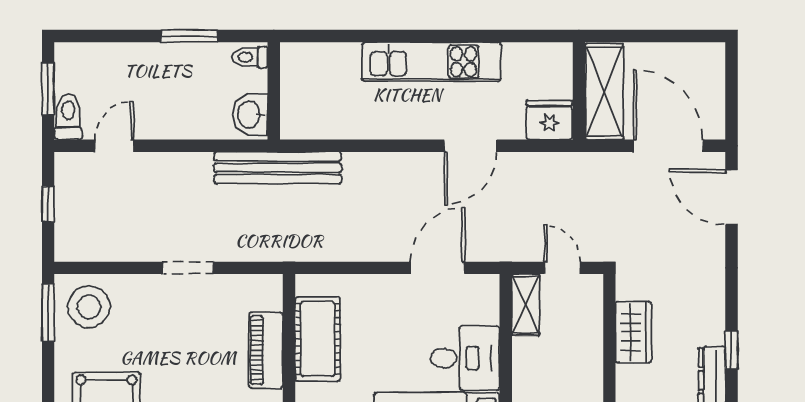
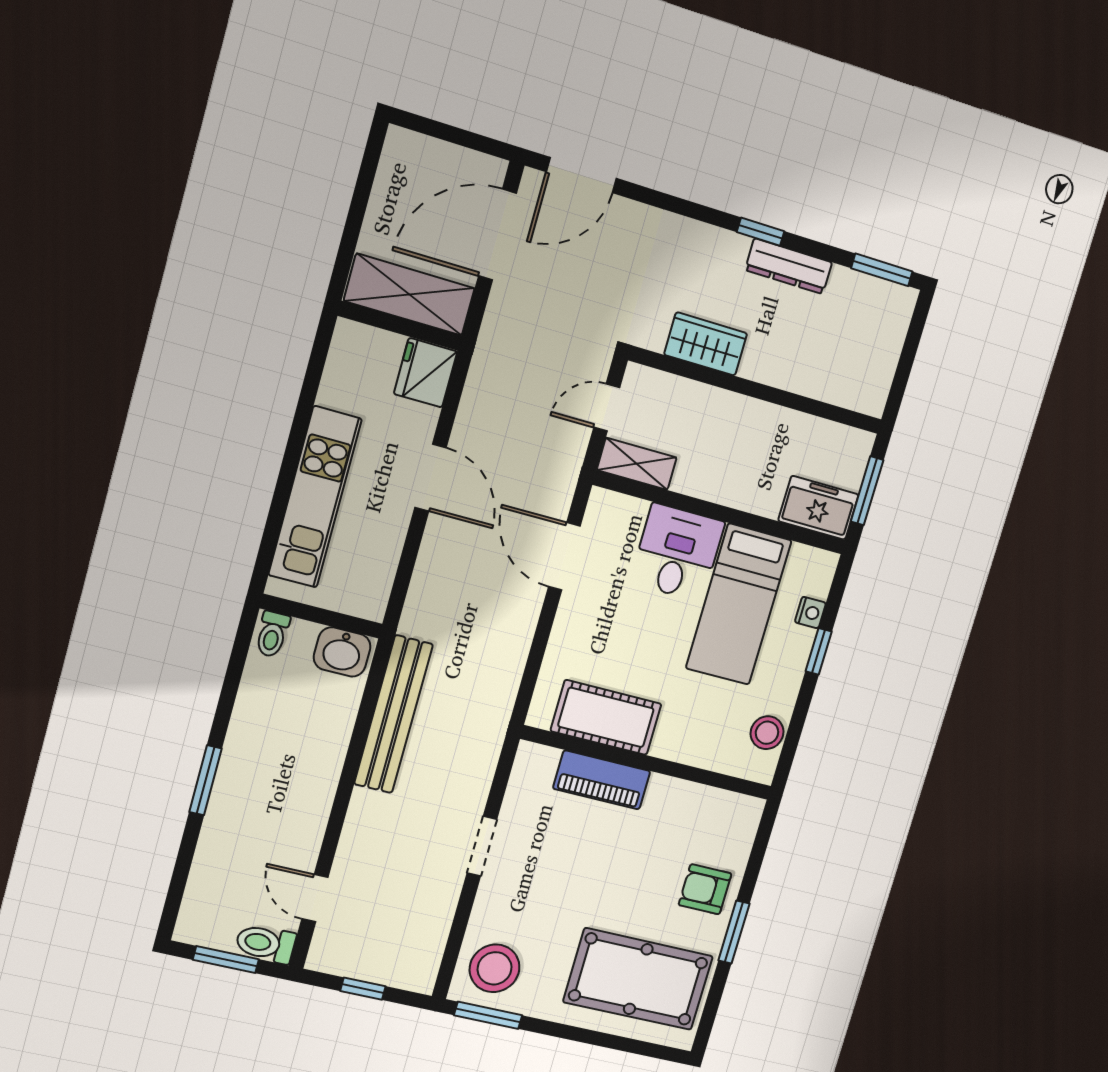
toilet: (250, 57) -> (272, 634), moved
wall: (274, 91) -> (321, 616), moved
washbasin: (250, 114) -> (342, 652), moved

